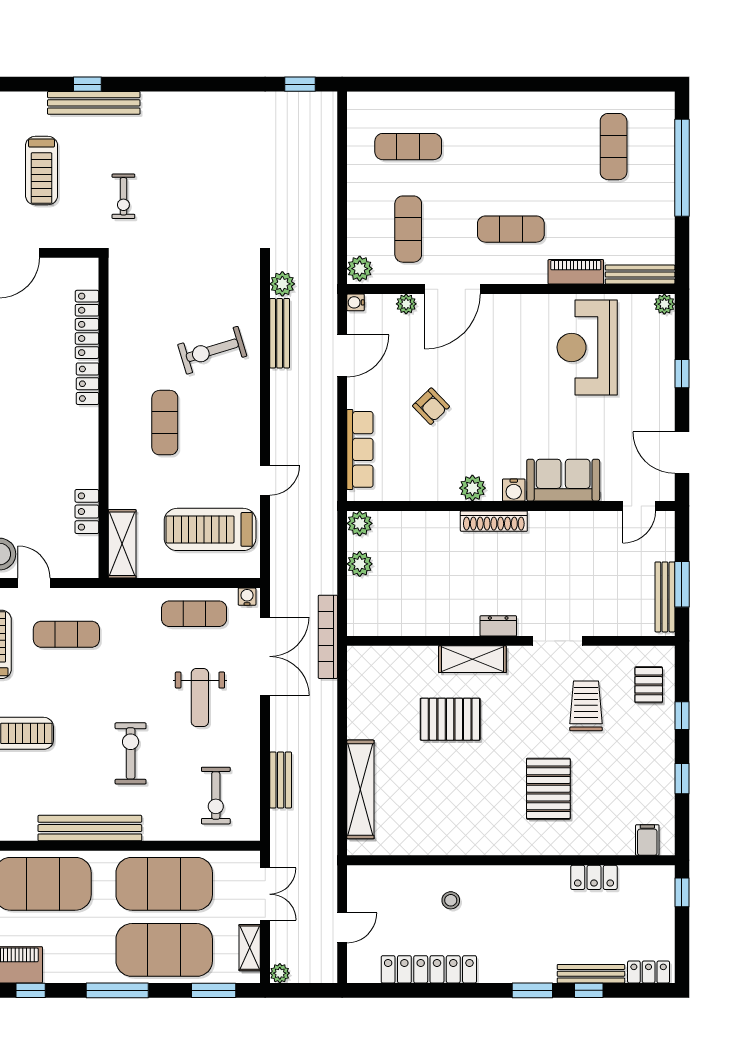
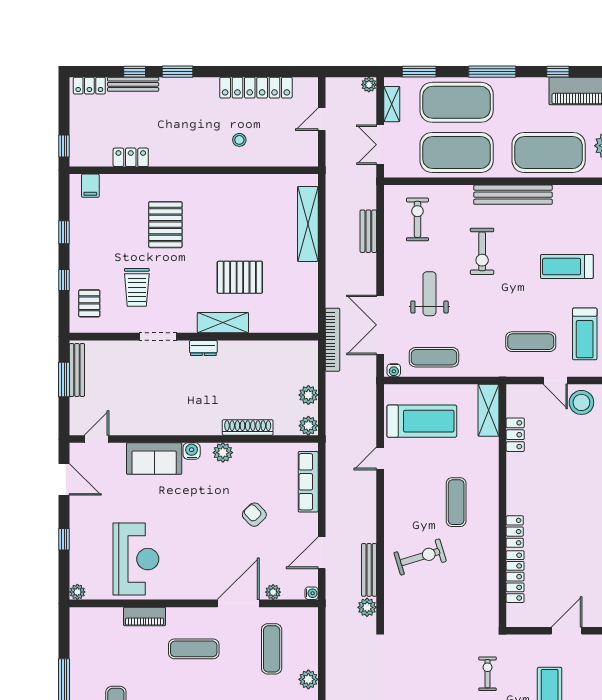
plant: (360, 269) -> (308, 679), moved
bench: (640, 275) -> (96, 614), removed
shoe rack: (494, 521) -> (248, 427), moved

